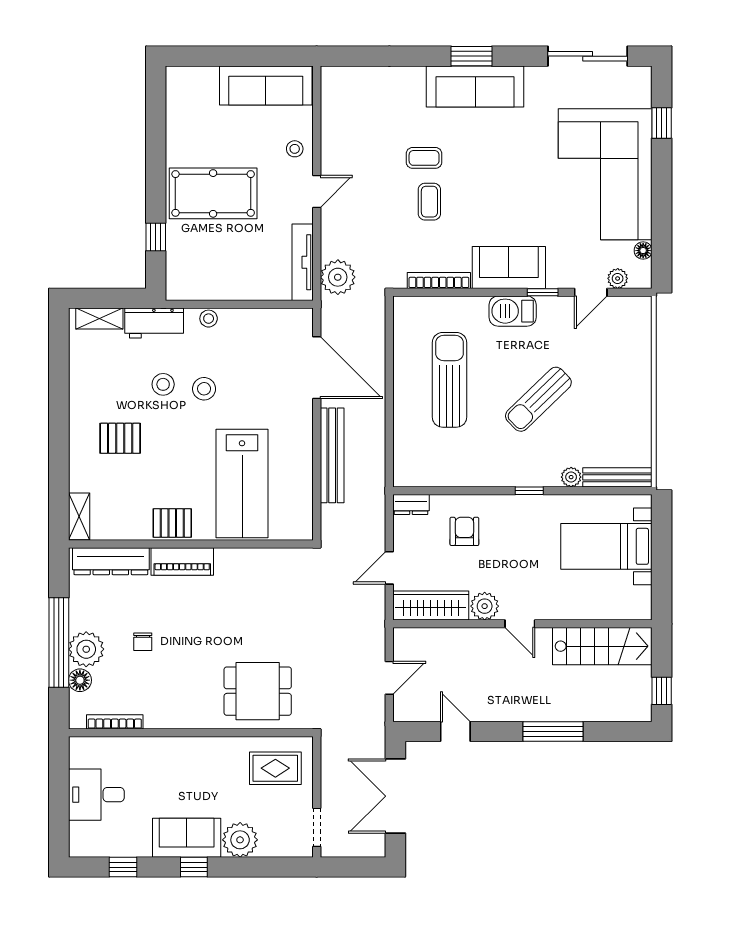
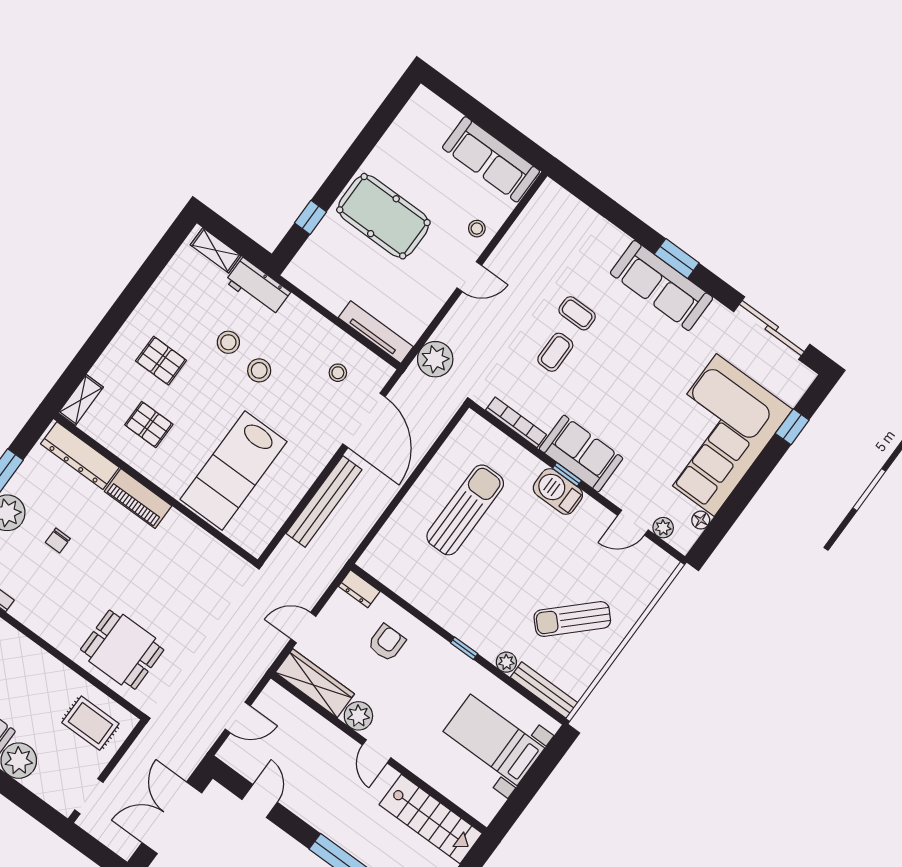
tv unit: (303, 262) -> (376, 332), moved, turned 90
window: (543, 292) -> (567, 474), moved
stool: (209, 319) -> (338, 373), moved
sun lounger: (538, 399) -> (572, 619), moved
pallet: (172, 523) -> (149, 425), moved

